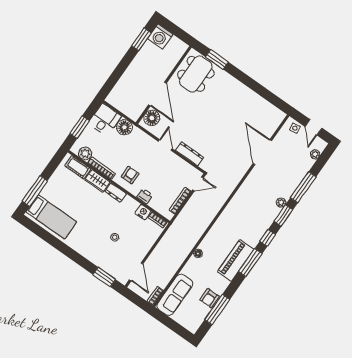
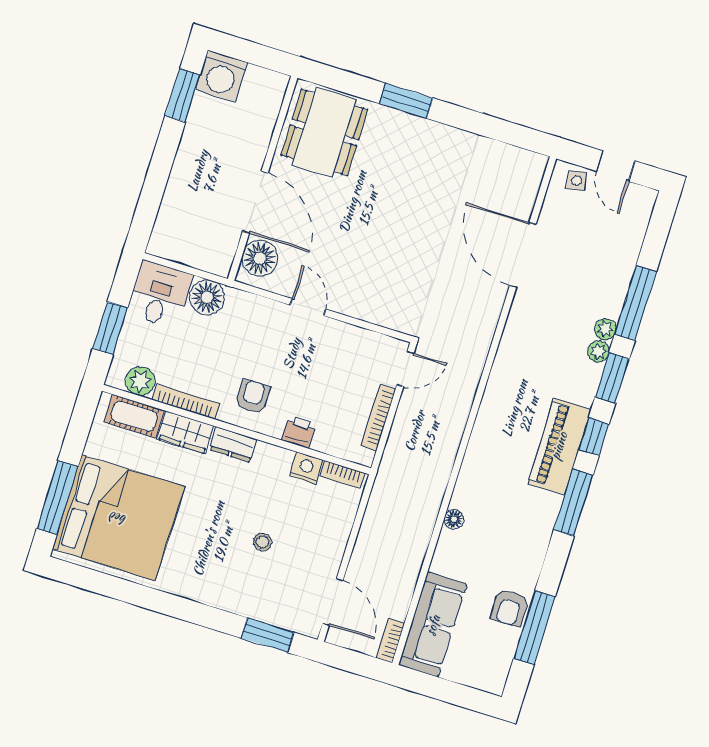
window: (217, 59) -> (406, 101), moved
dresser: (190, 154) -> (366, 309), removed
plant: (315, 154) -> (605, 329), moved
bed: (51, 217) -> (118, 518), width x2.04
piano: (236, 260) -> (559, 446), moved

